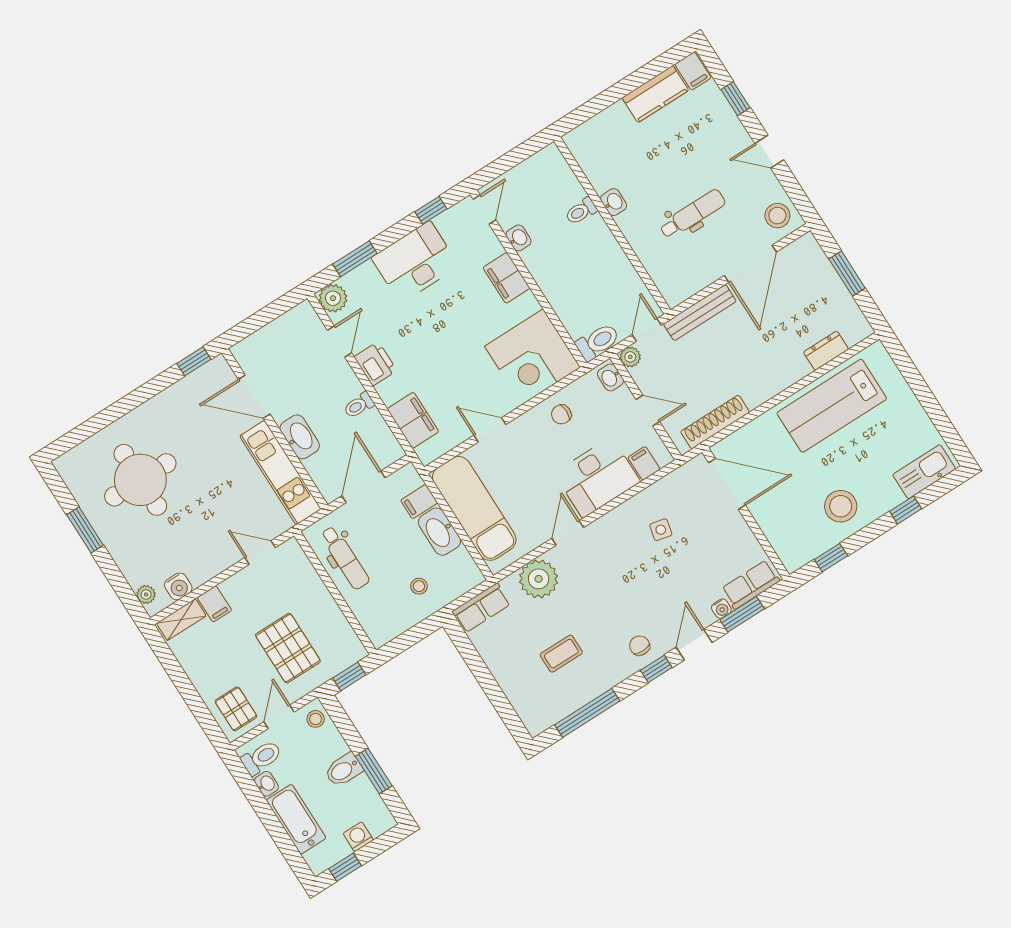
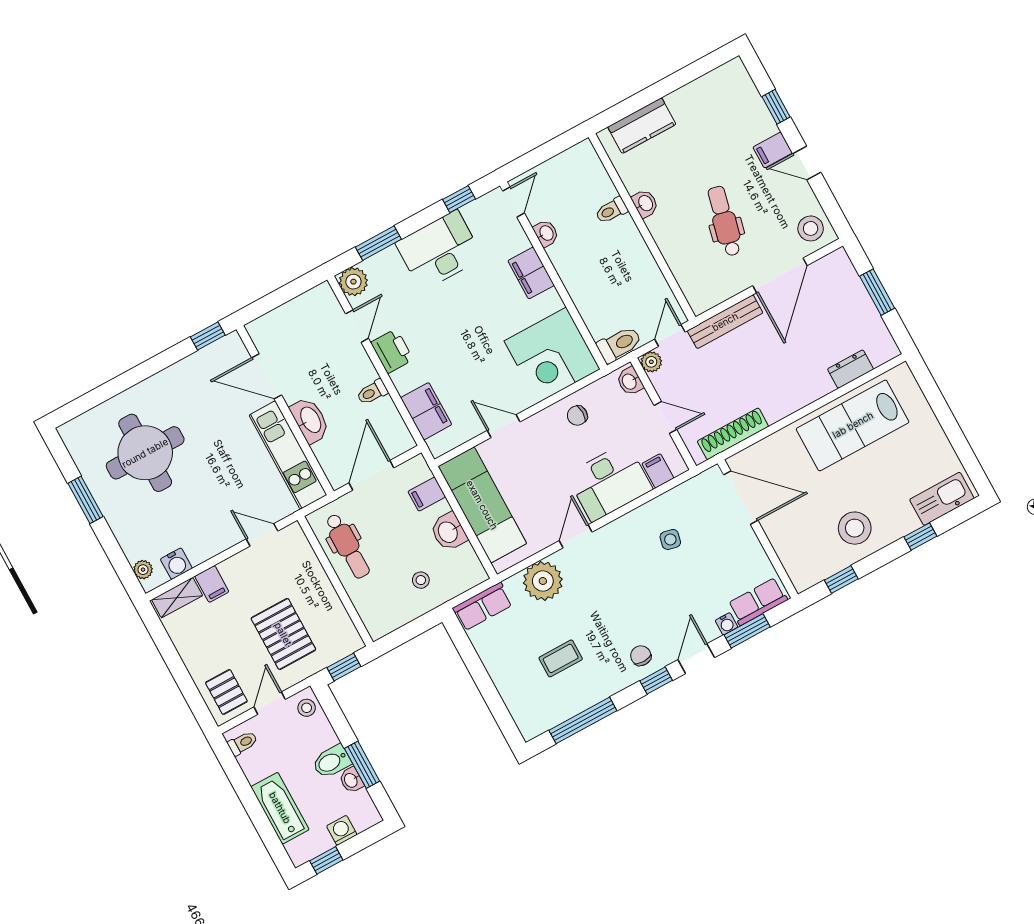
filing cabinet: (693, 71) -> (773, 150), moved, turned 90
kitchen counter: (655, 94) -> (642, 126), moved
dental chair: (693, 214) -> (724, 221), turned -77
washbasin: (440, 532) -> (449, 532), width x0.72
toilet: (261, 758) -> (243, 743), width x0.73, depth x0.72
washbasin: (266, 784) -> (351, 780), moved, turned 180

